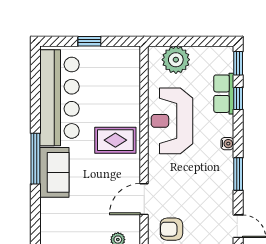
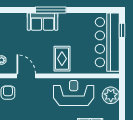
window: (89, 41) -> (122, 30), moved
bar counter: (59, 98) -> (107, 42), moved, turned 90

